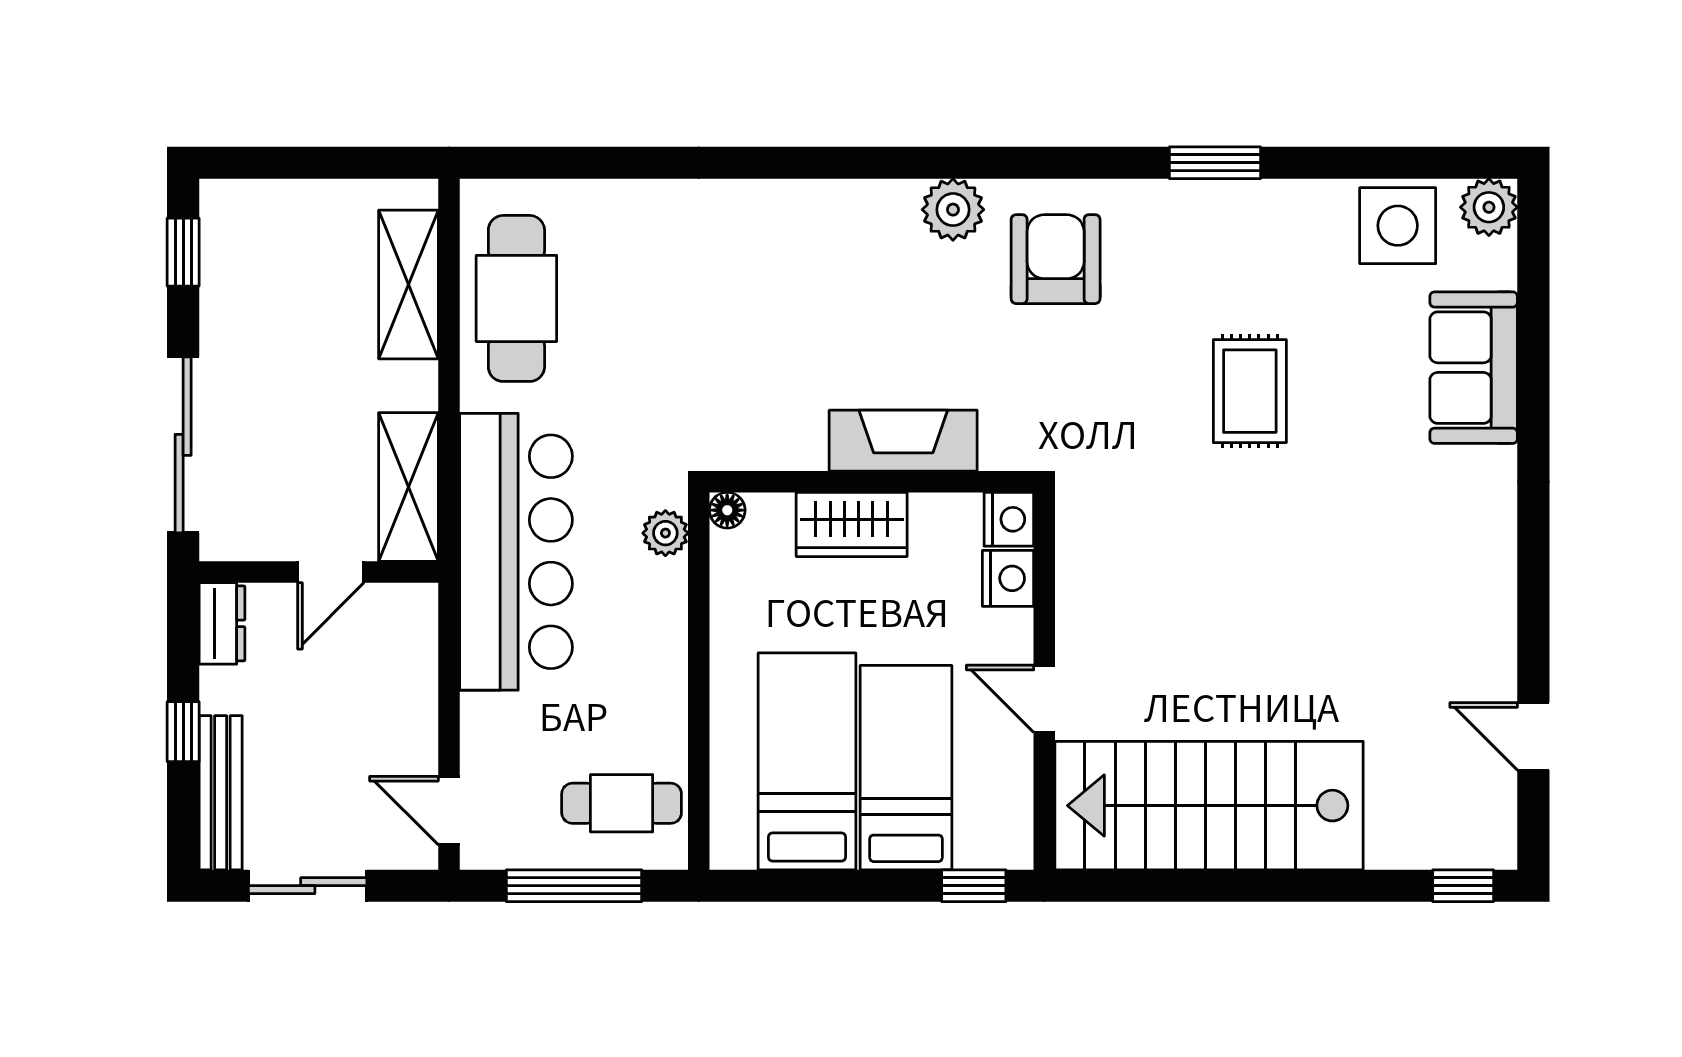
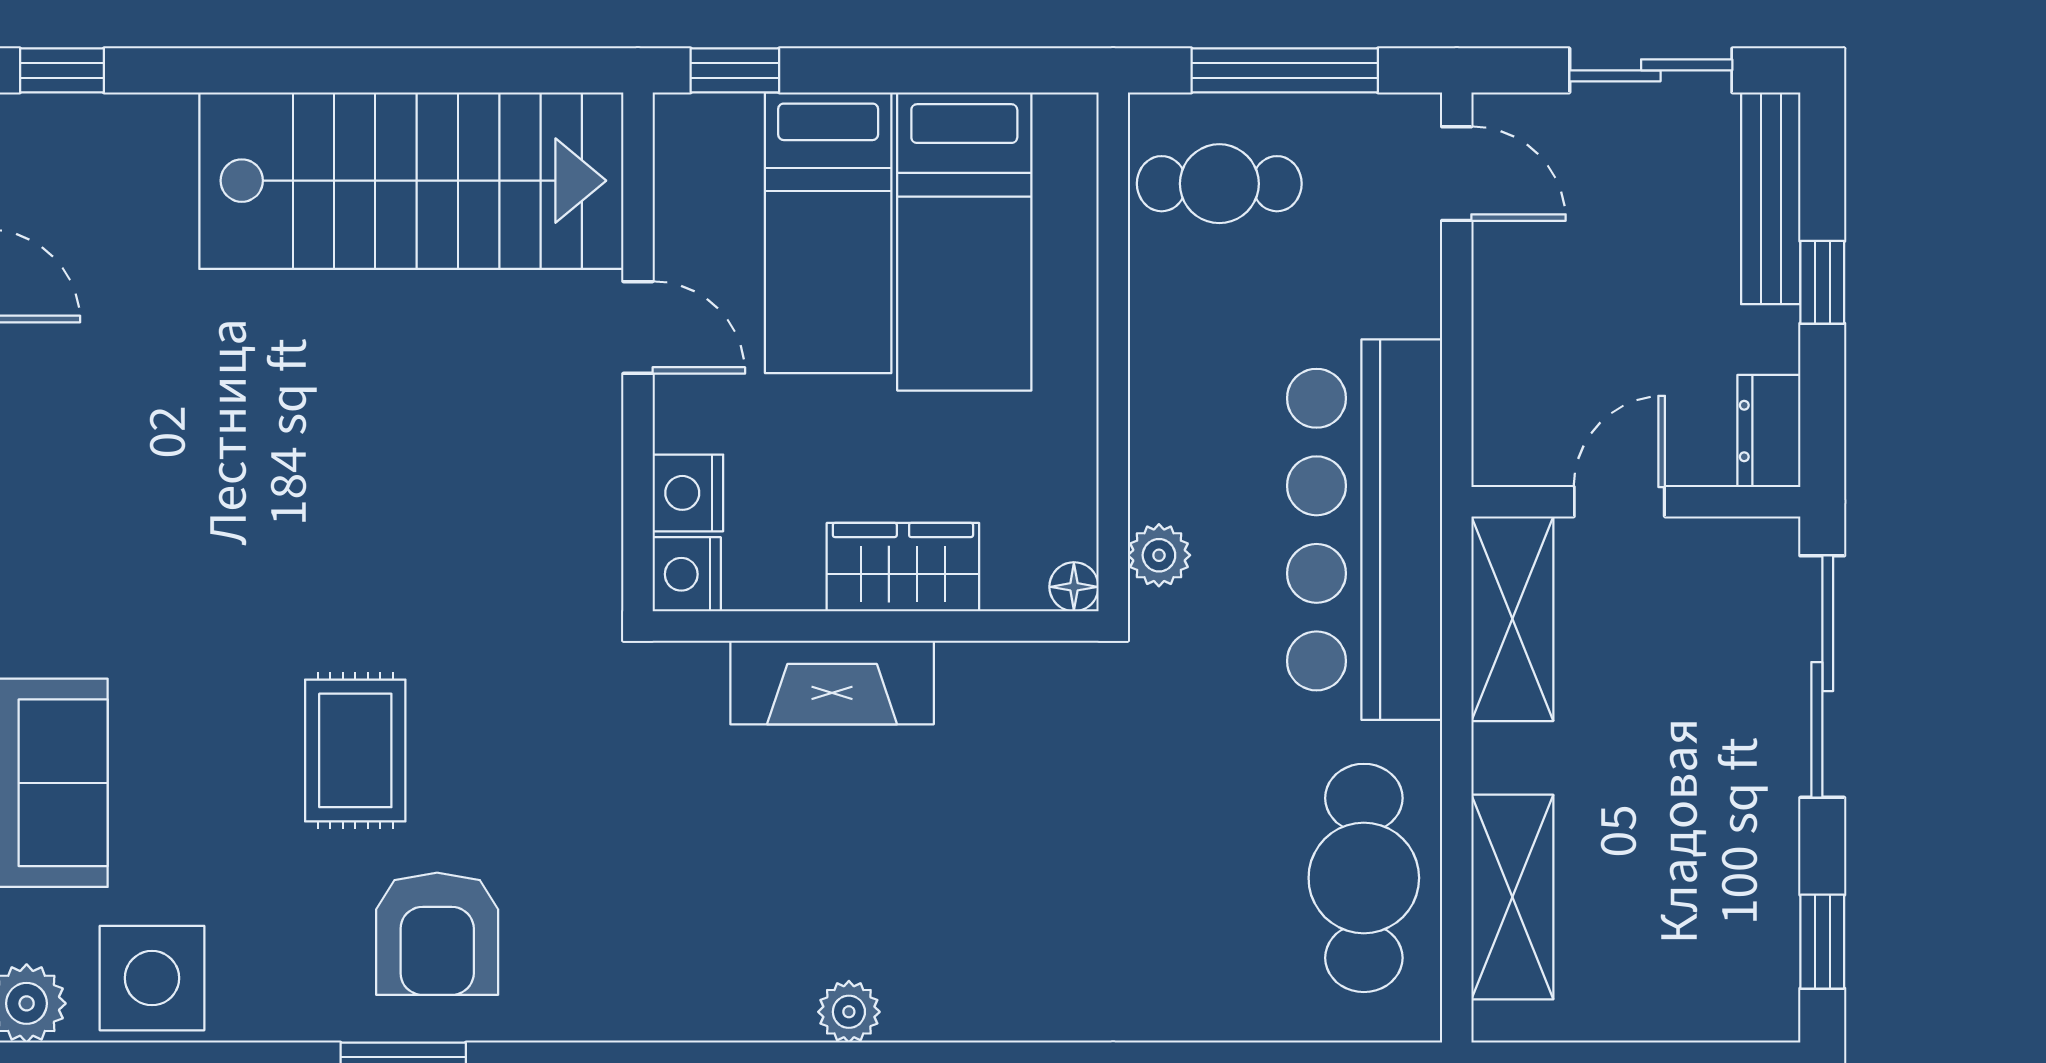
plant: (953, 210) -> (849, 1012), moved, width x0.73, depth x0.73
armchair: (1056, 259) -> (437, 934), moved

